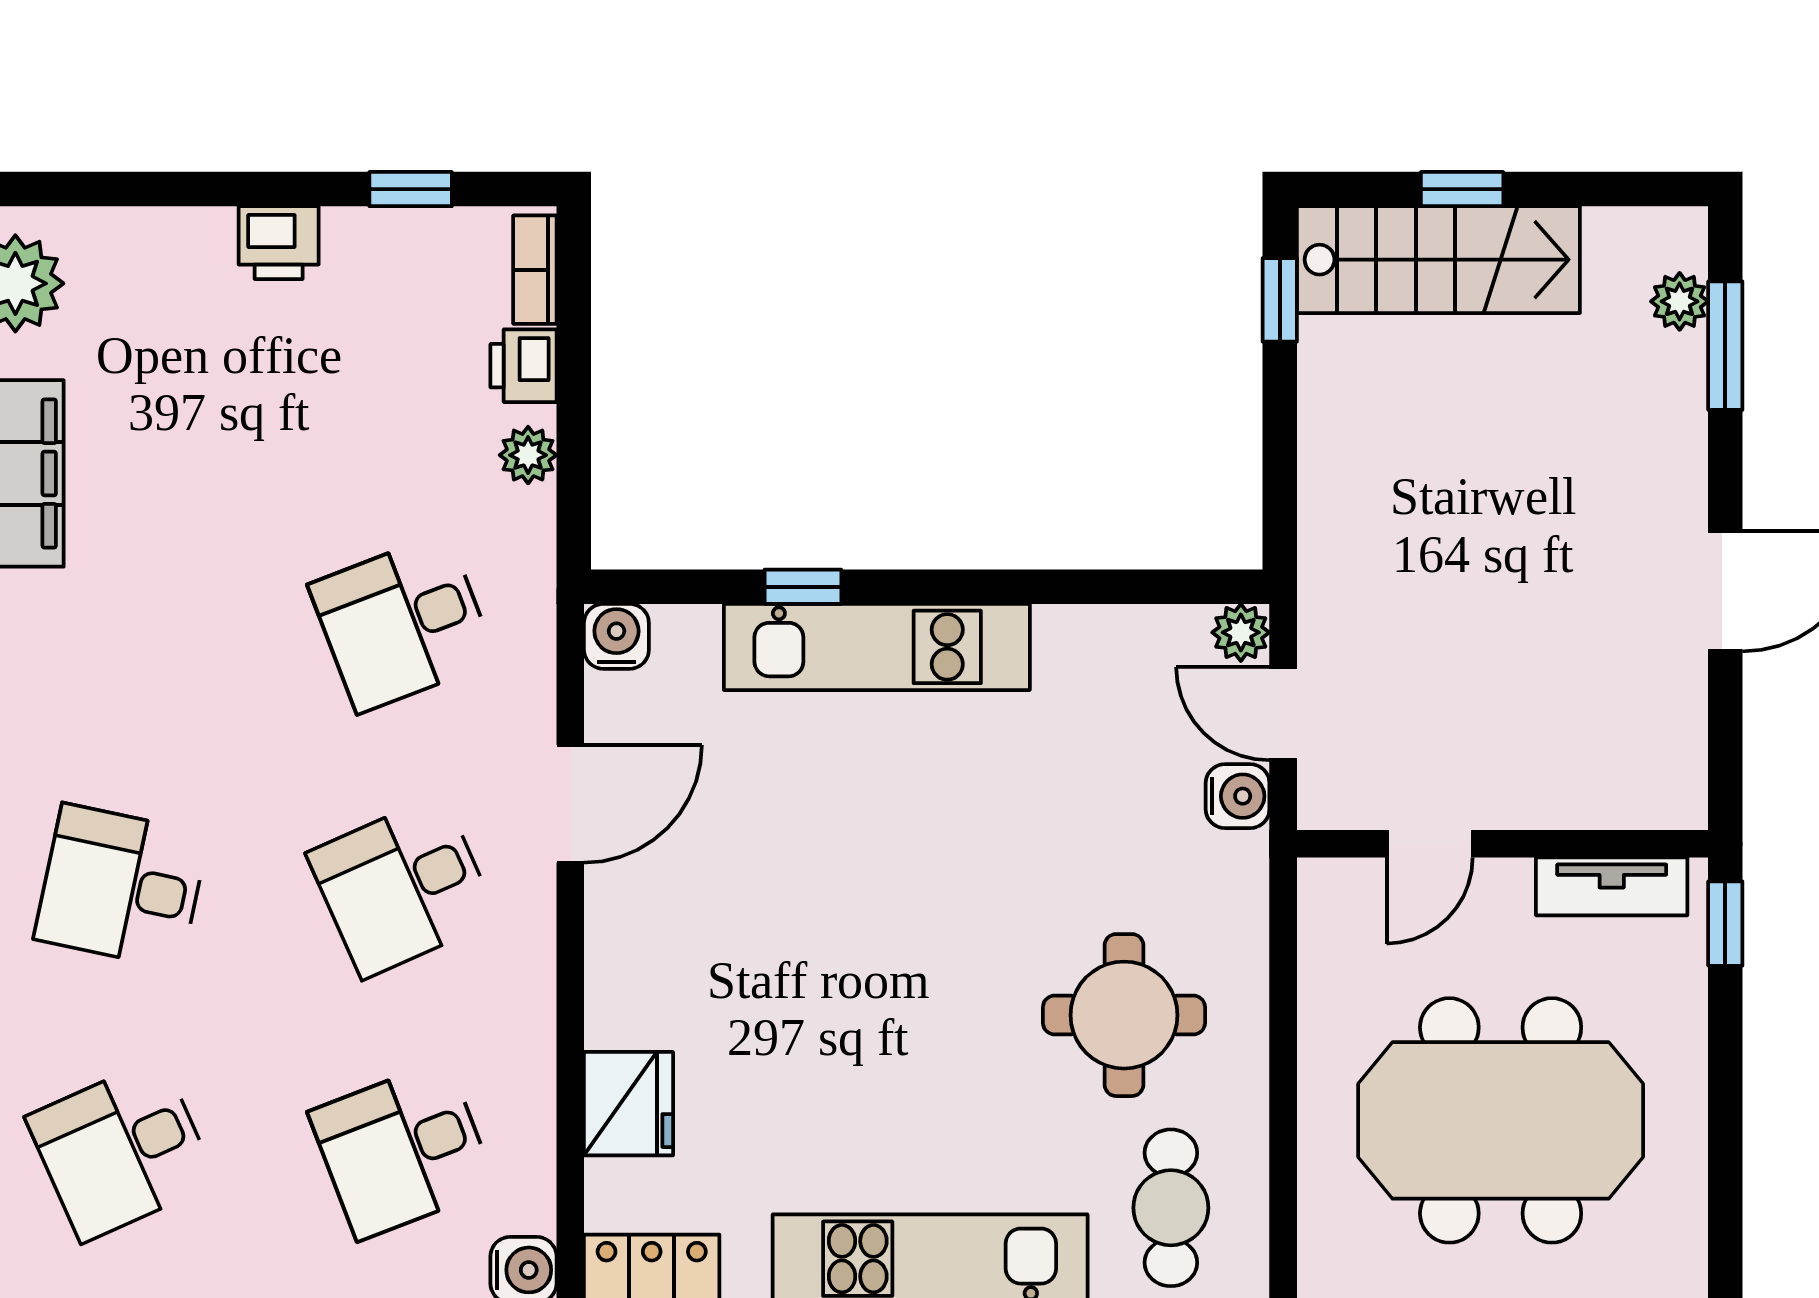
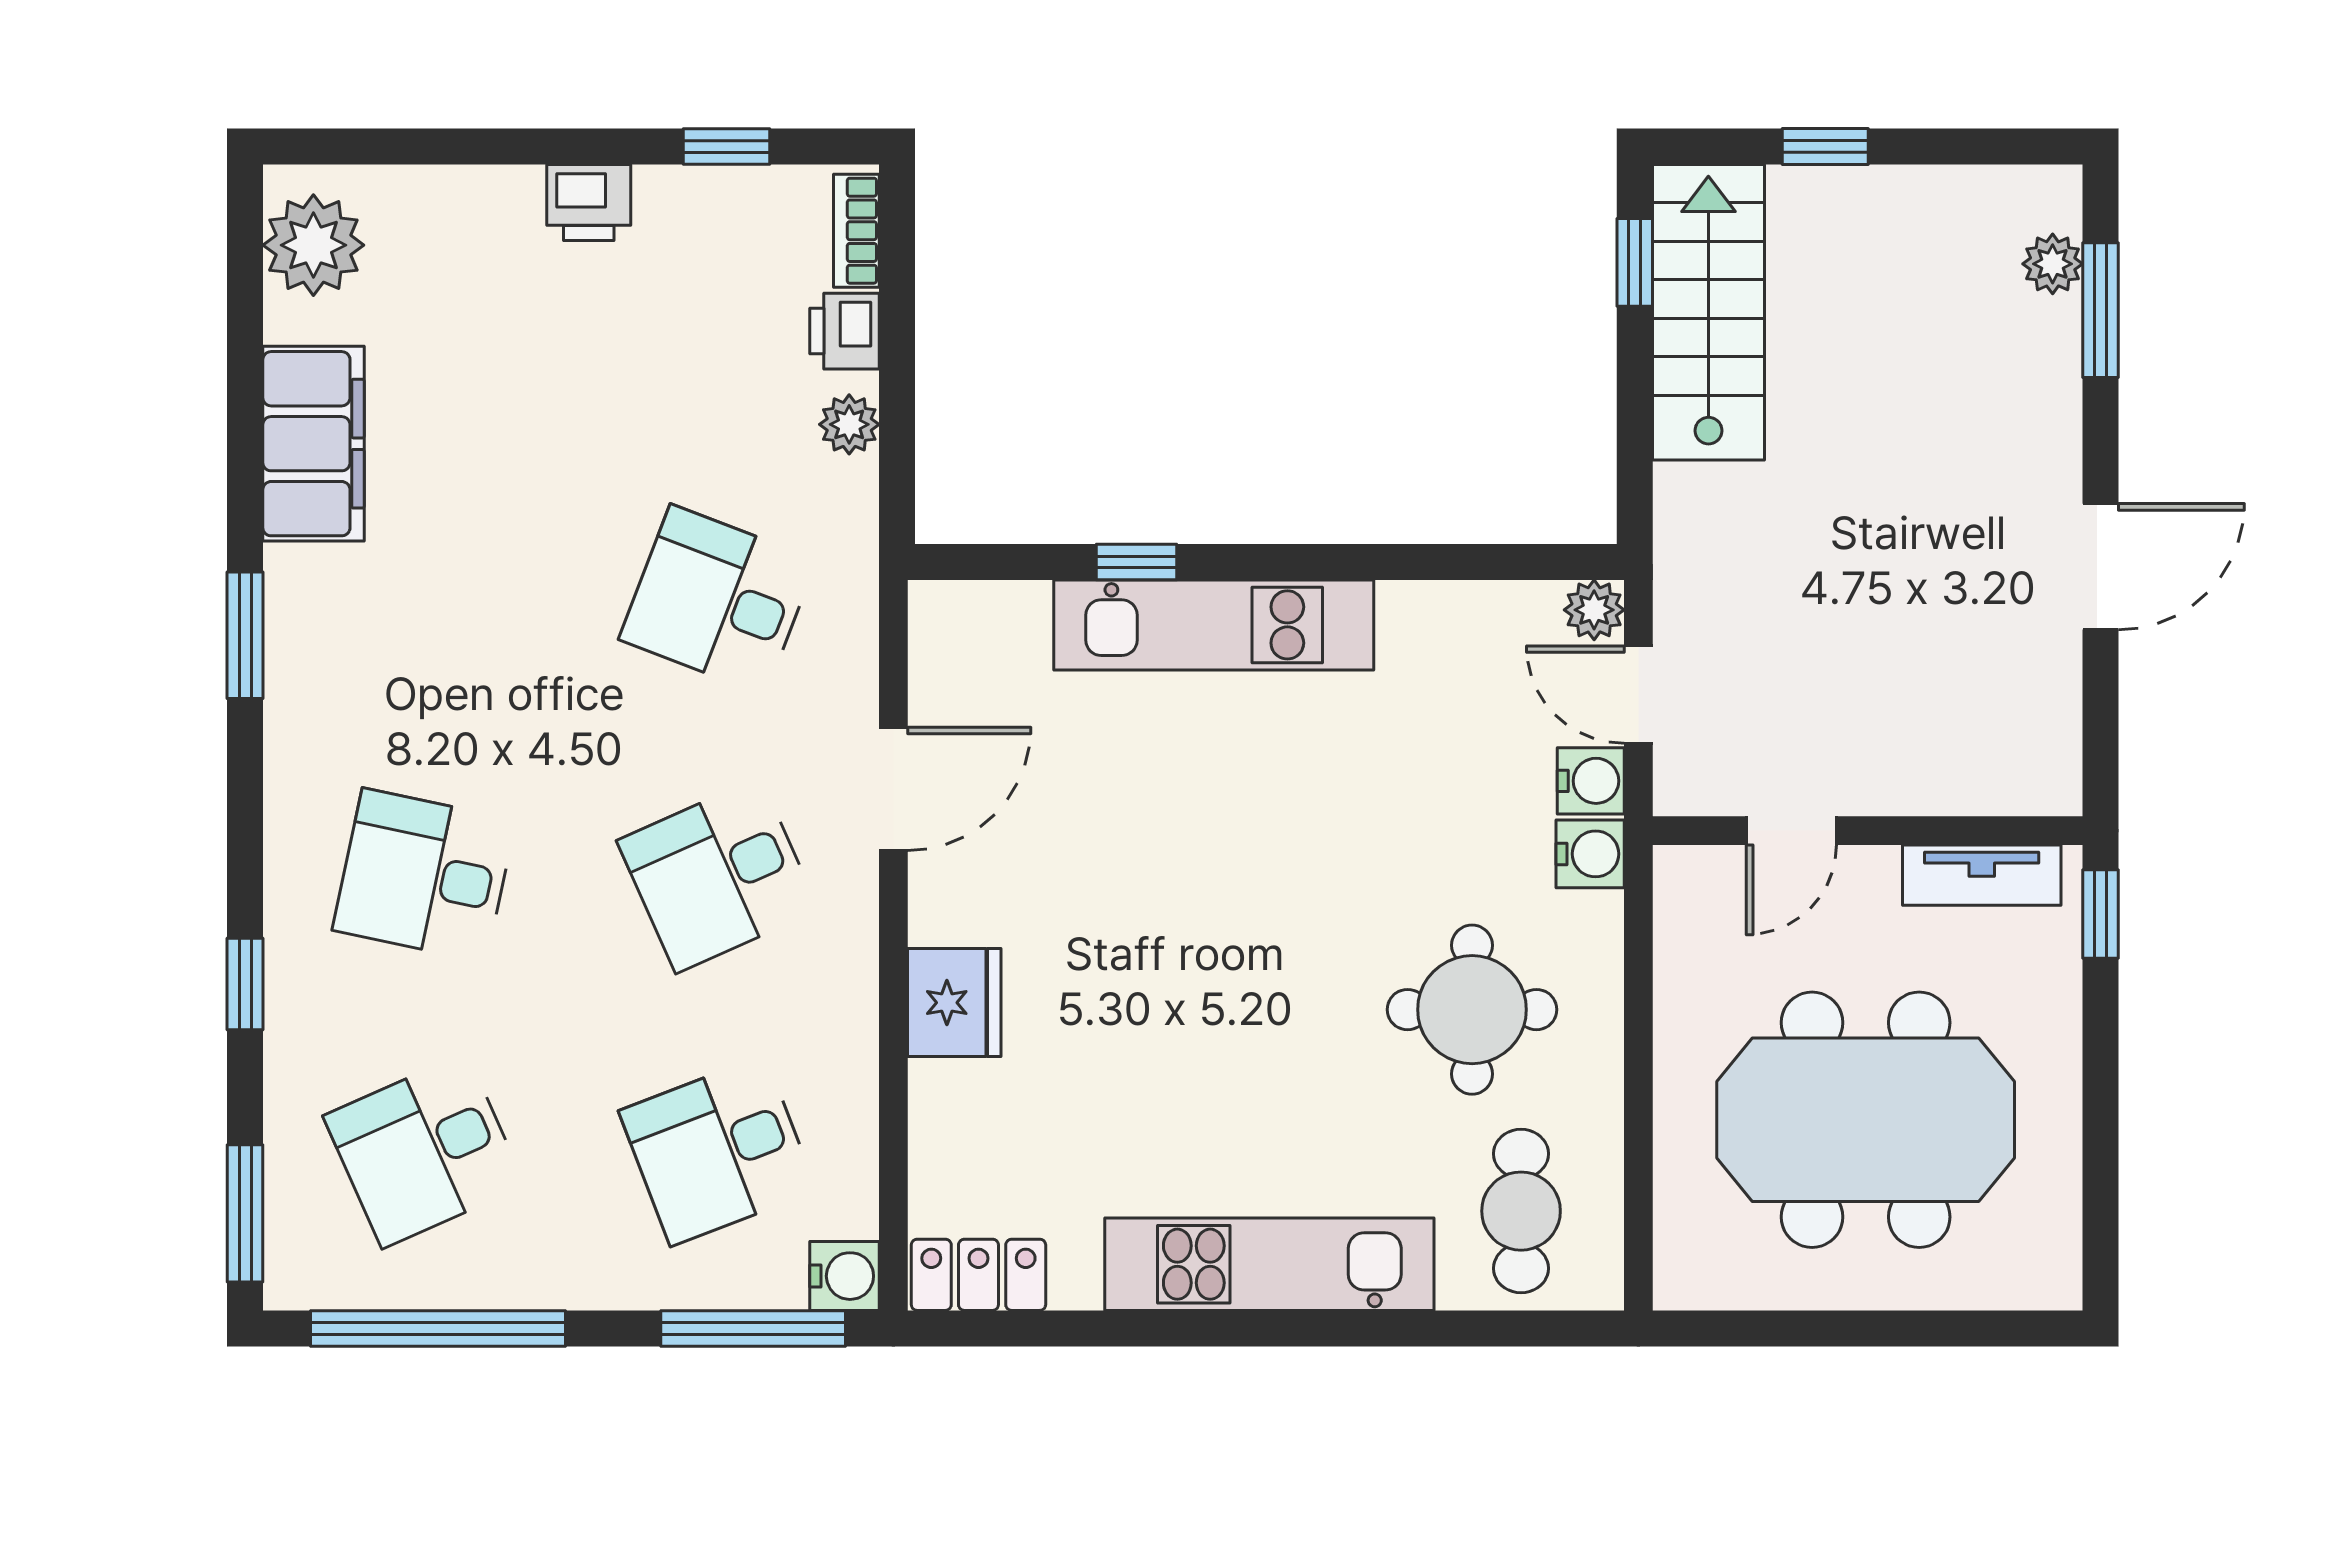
stairs: (1438, 260) -> (1708, 312), moved, turned -90
desk: (402, 623) -> (718, 600), turned 42
water cooler: (616, 636) -> (1590, 854), moved, turned 90
fridge: (628, 1104) -> (954, 1003), moved

